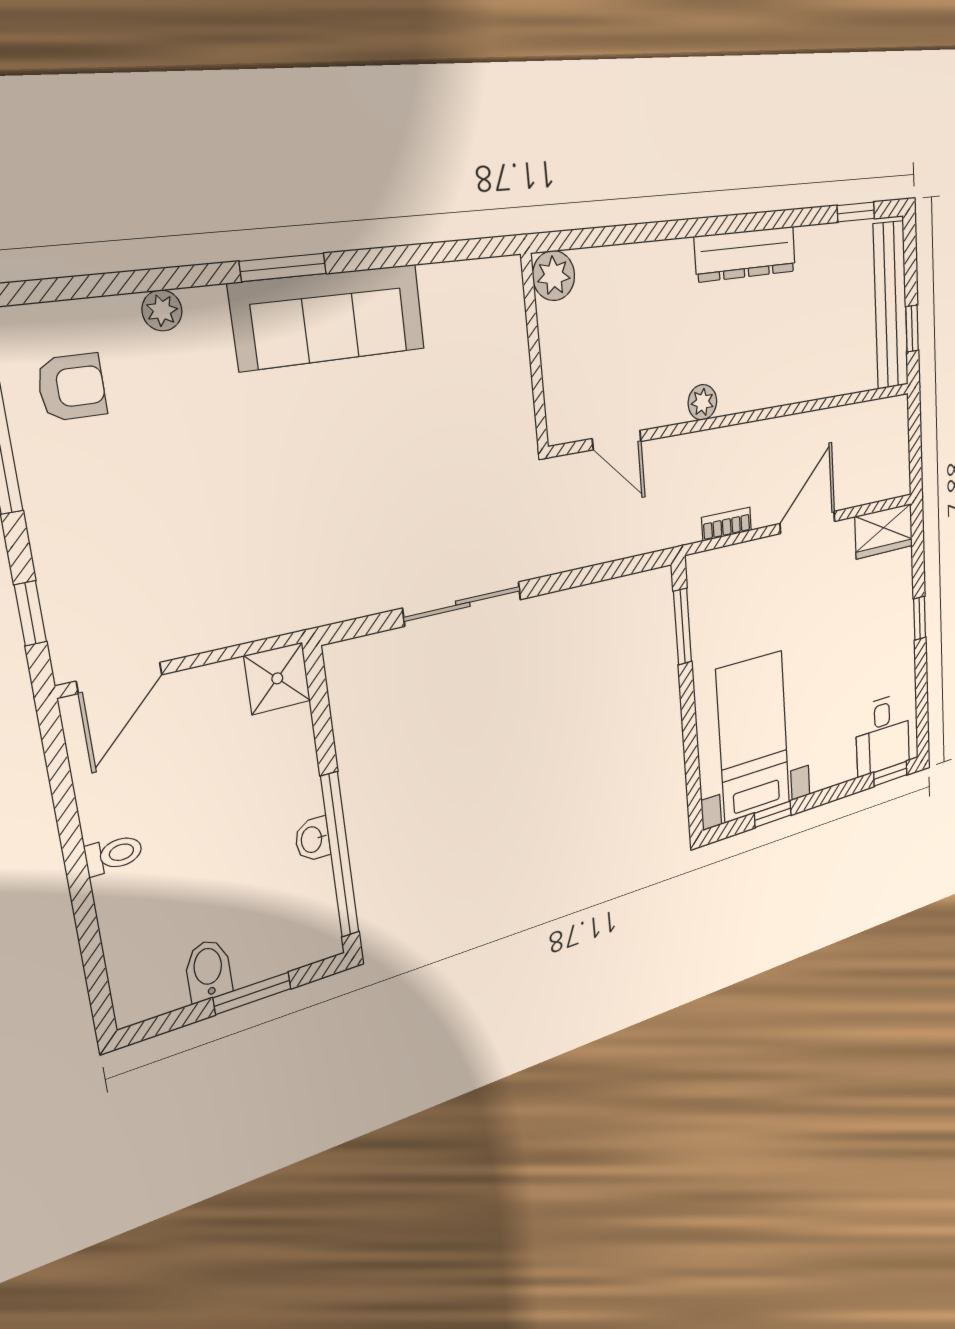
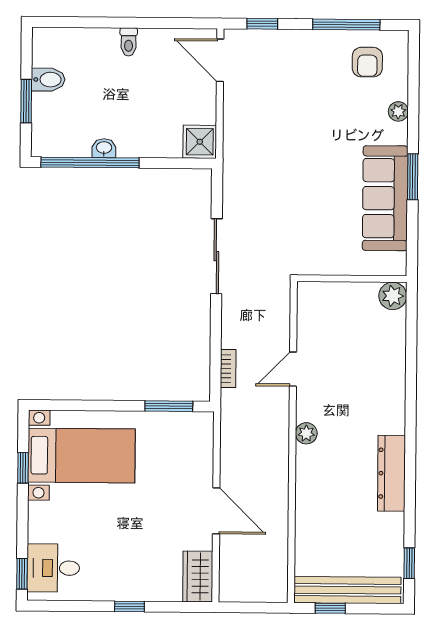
plant: (554, 276) -> (393, 296), moved
wall: (535, 352) -> (352, 279), moved
bookcase: (727, 524) -> (228, 369), moved

